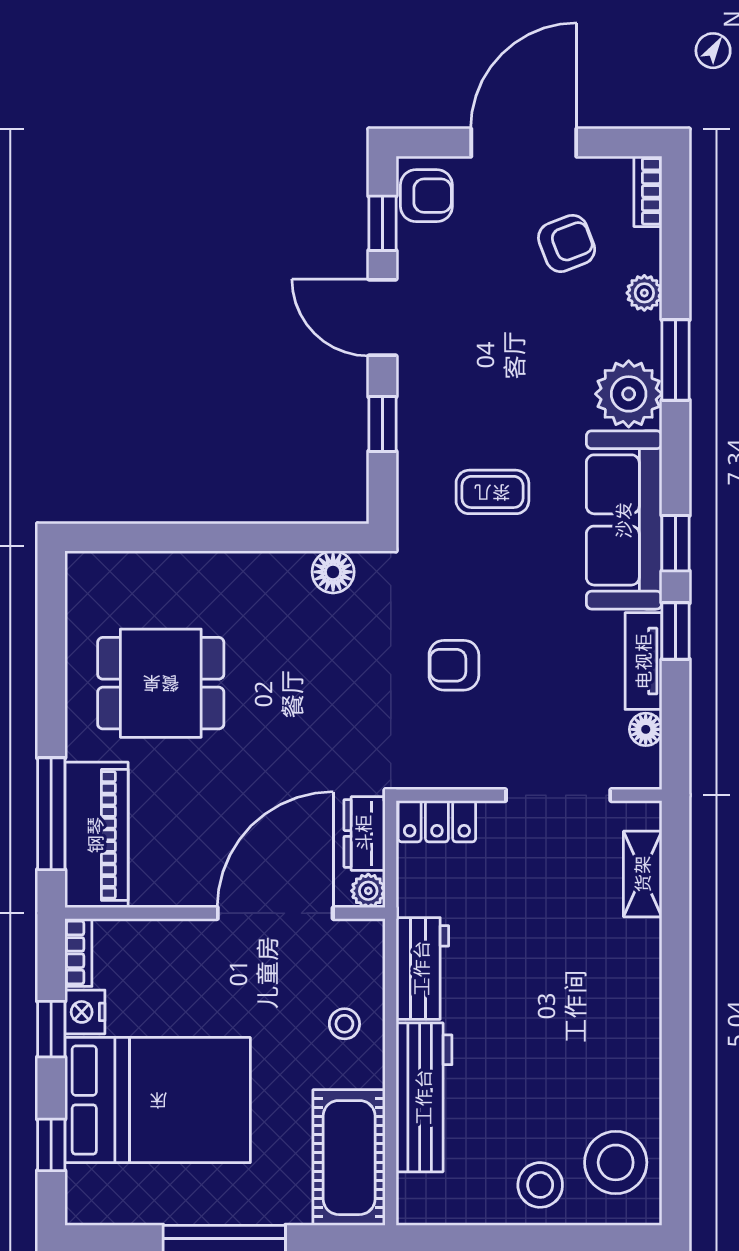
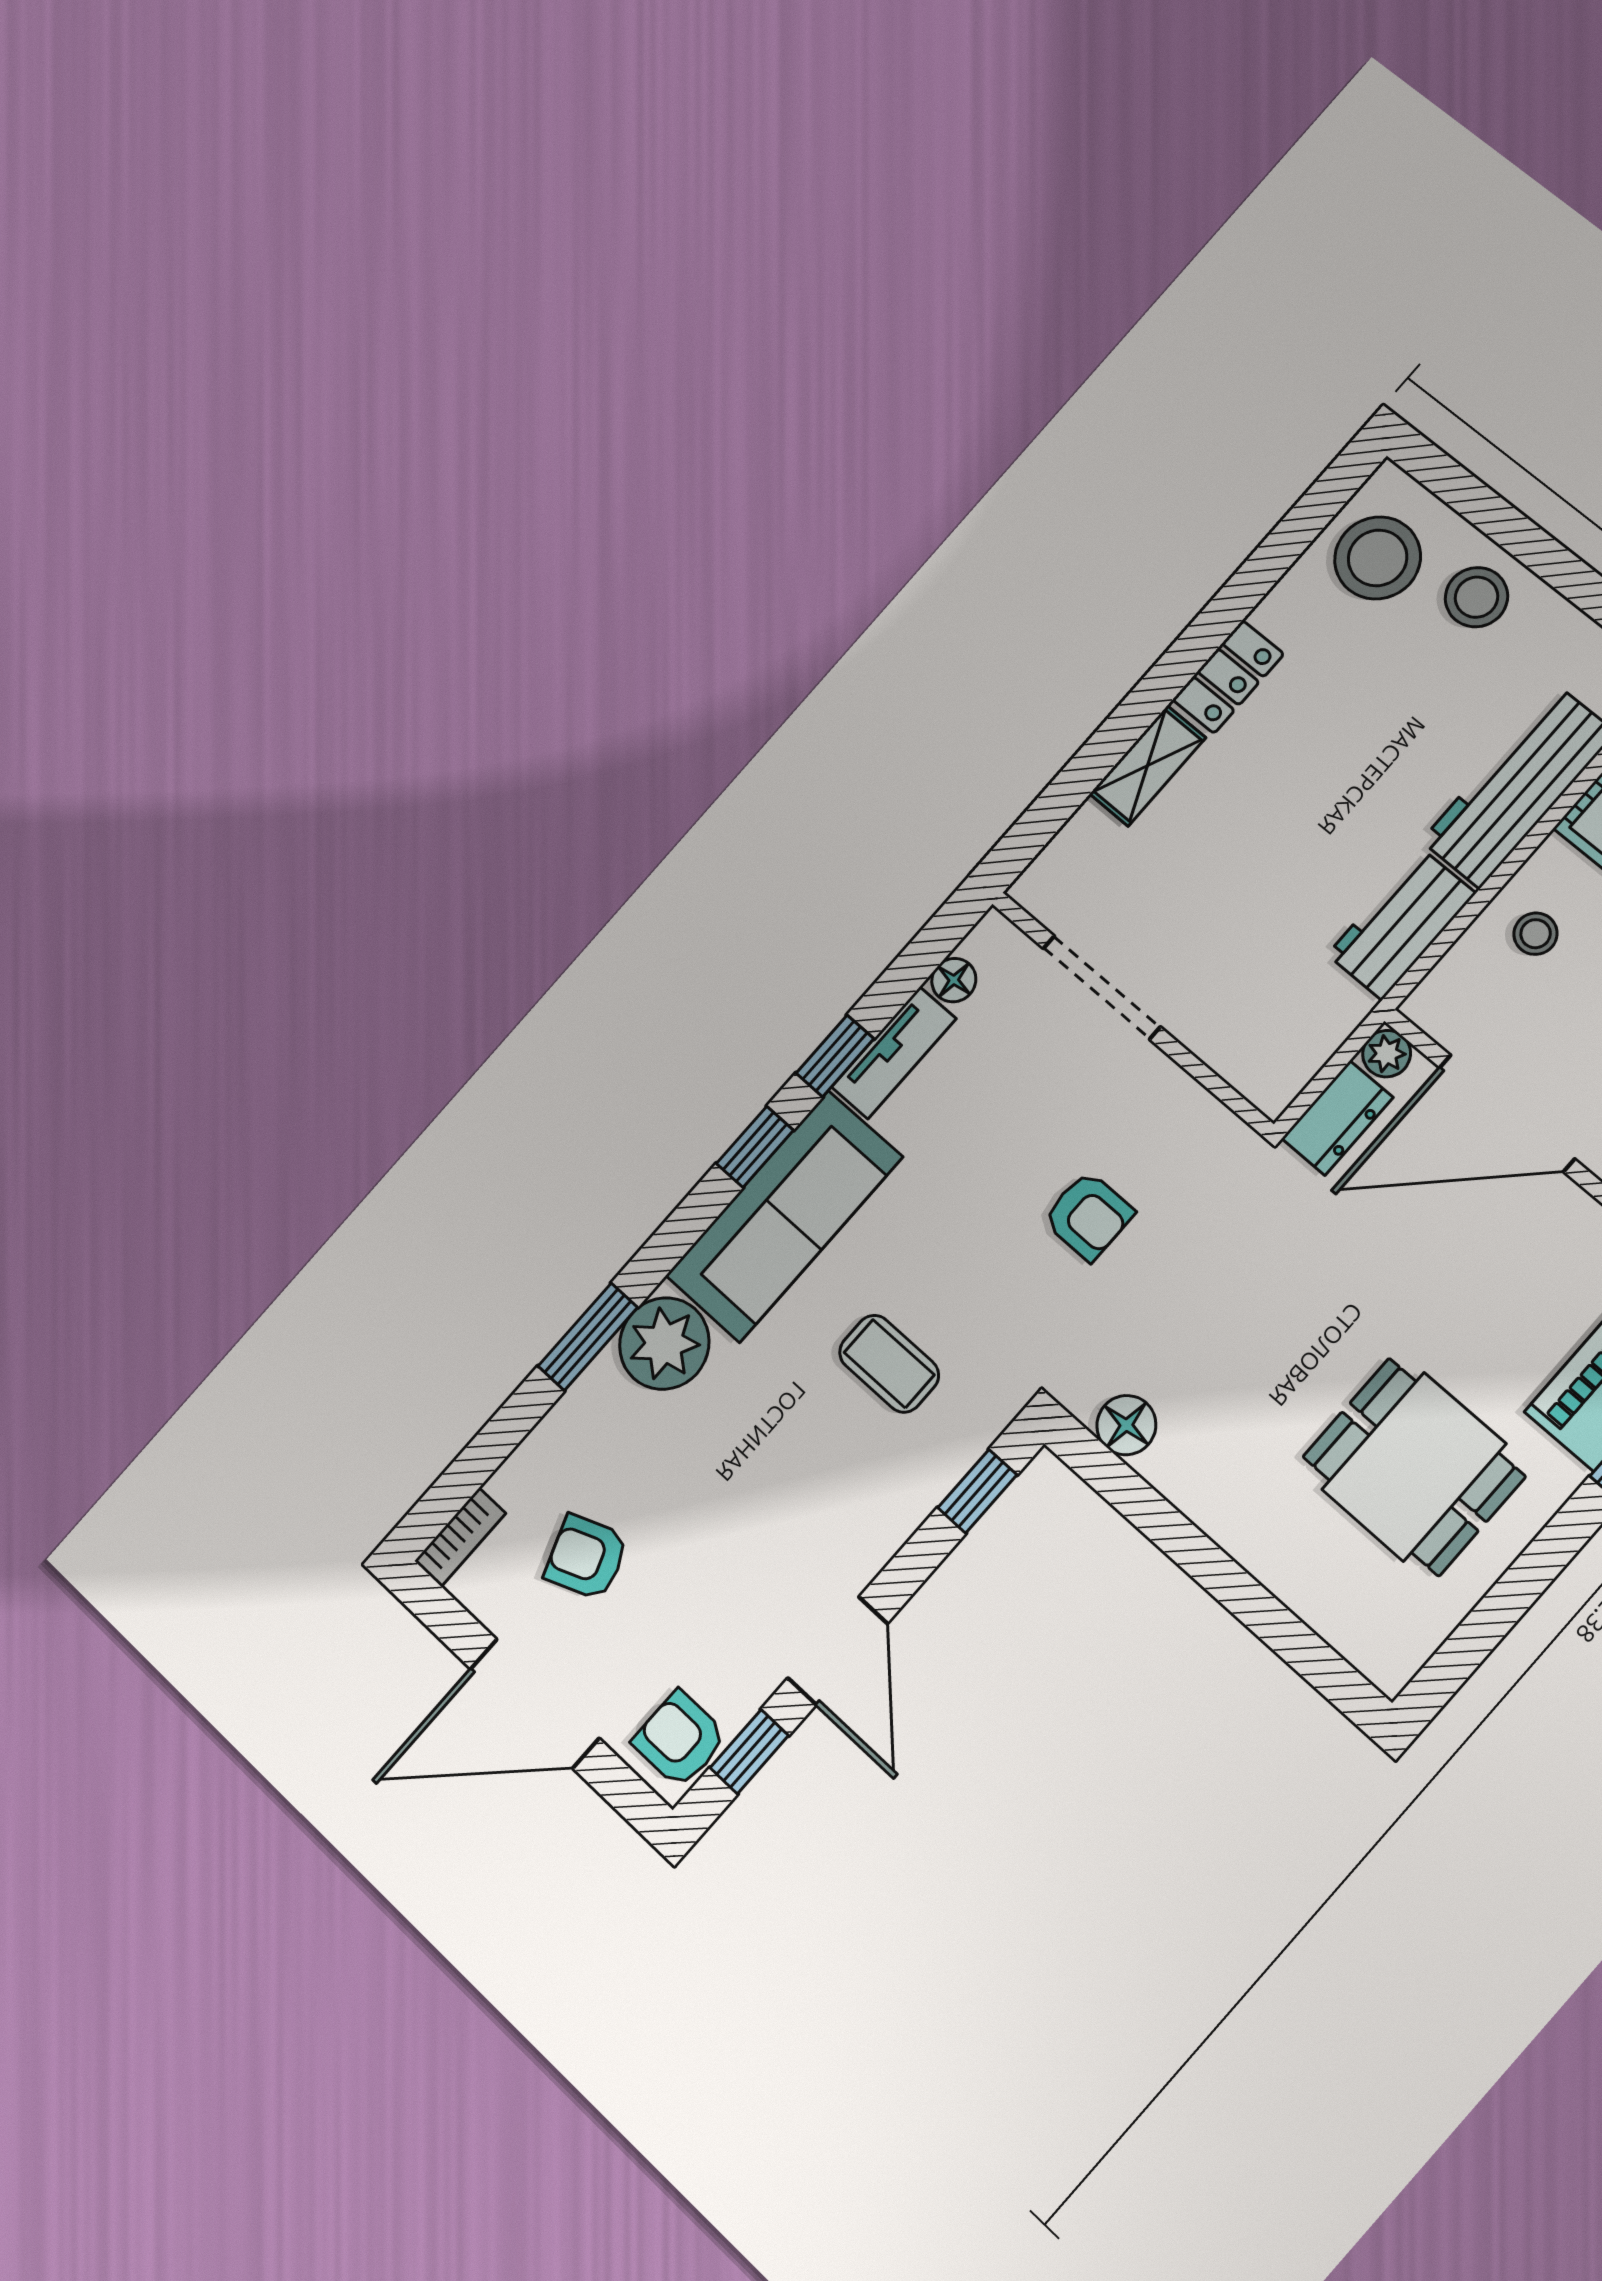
plant: (644, 293) -> (557, 1435), removed
window: (382, 424) -> (977, 1491), moved
locker: (437, 821) -> (1228, 677), moved, turned 90
shelving: (643, 874) -> (1148, 766), moved

